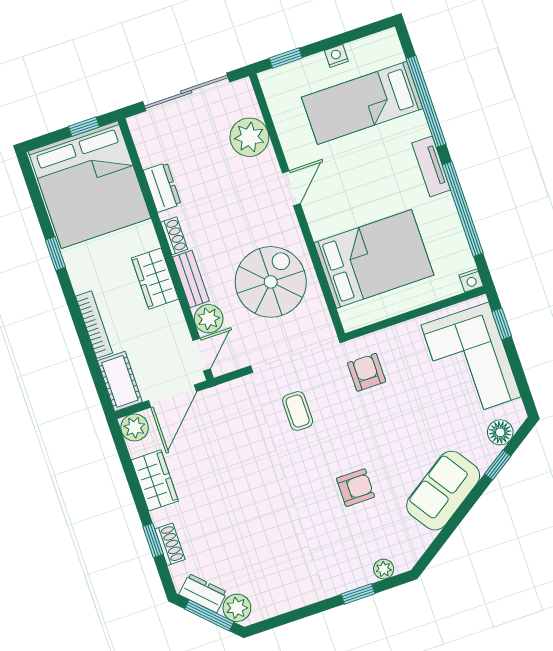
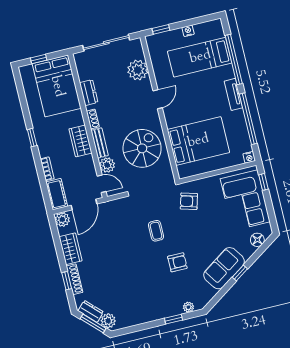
window: (84, 127) -> (39, 59), moved
bed: (90, 185) -> (57, 86), width x0.73
window: (55, 254) -> (32, 138), moved
bookcase: (94, 325) -> (47, 169), width x0.64
door: (202, 355) -> (102, 184), hinge flipped
armchair: (367, 372) -> (189, 201), turned -74
coffee table: (298, 411) -> (156, 231), moved
window: (498, 465) -> (240, 273), moved
shoe rack: (170, 544) -> (74, 279), width x1.43

